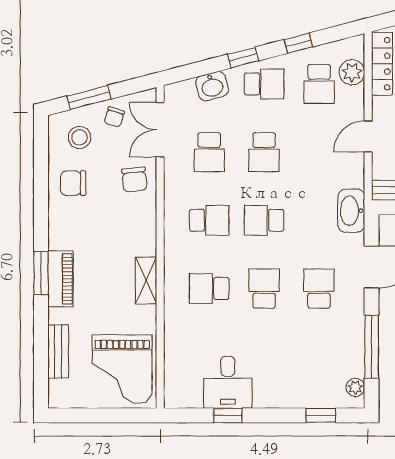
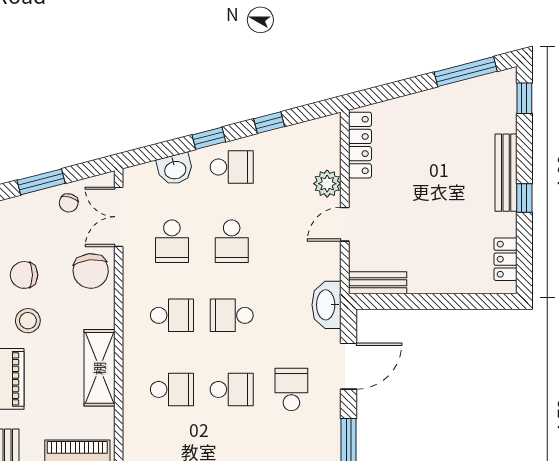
plant: (352, 72) -> (327, 184), moved
school desk: (319, 84) -> (291, 167), removed
stool: (79, 137) -> (28, 321), moved
chair: (134, 179) -> (91, 271), width x1.37, depth x1.37
shelving: (146, 280) -> (99, 368), width x1.50, depth x1.33
school desk: (209, 288) -> (172, 389), turned 180
school desk: (264, 288) -> (232, 389), turned 90

